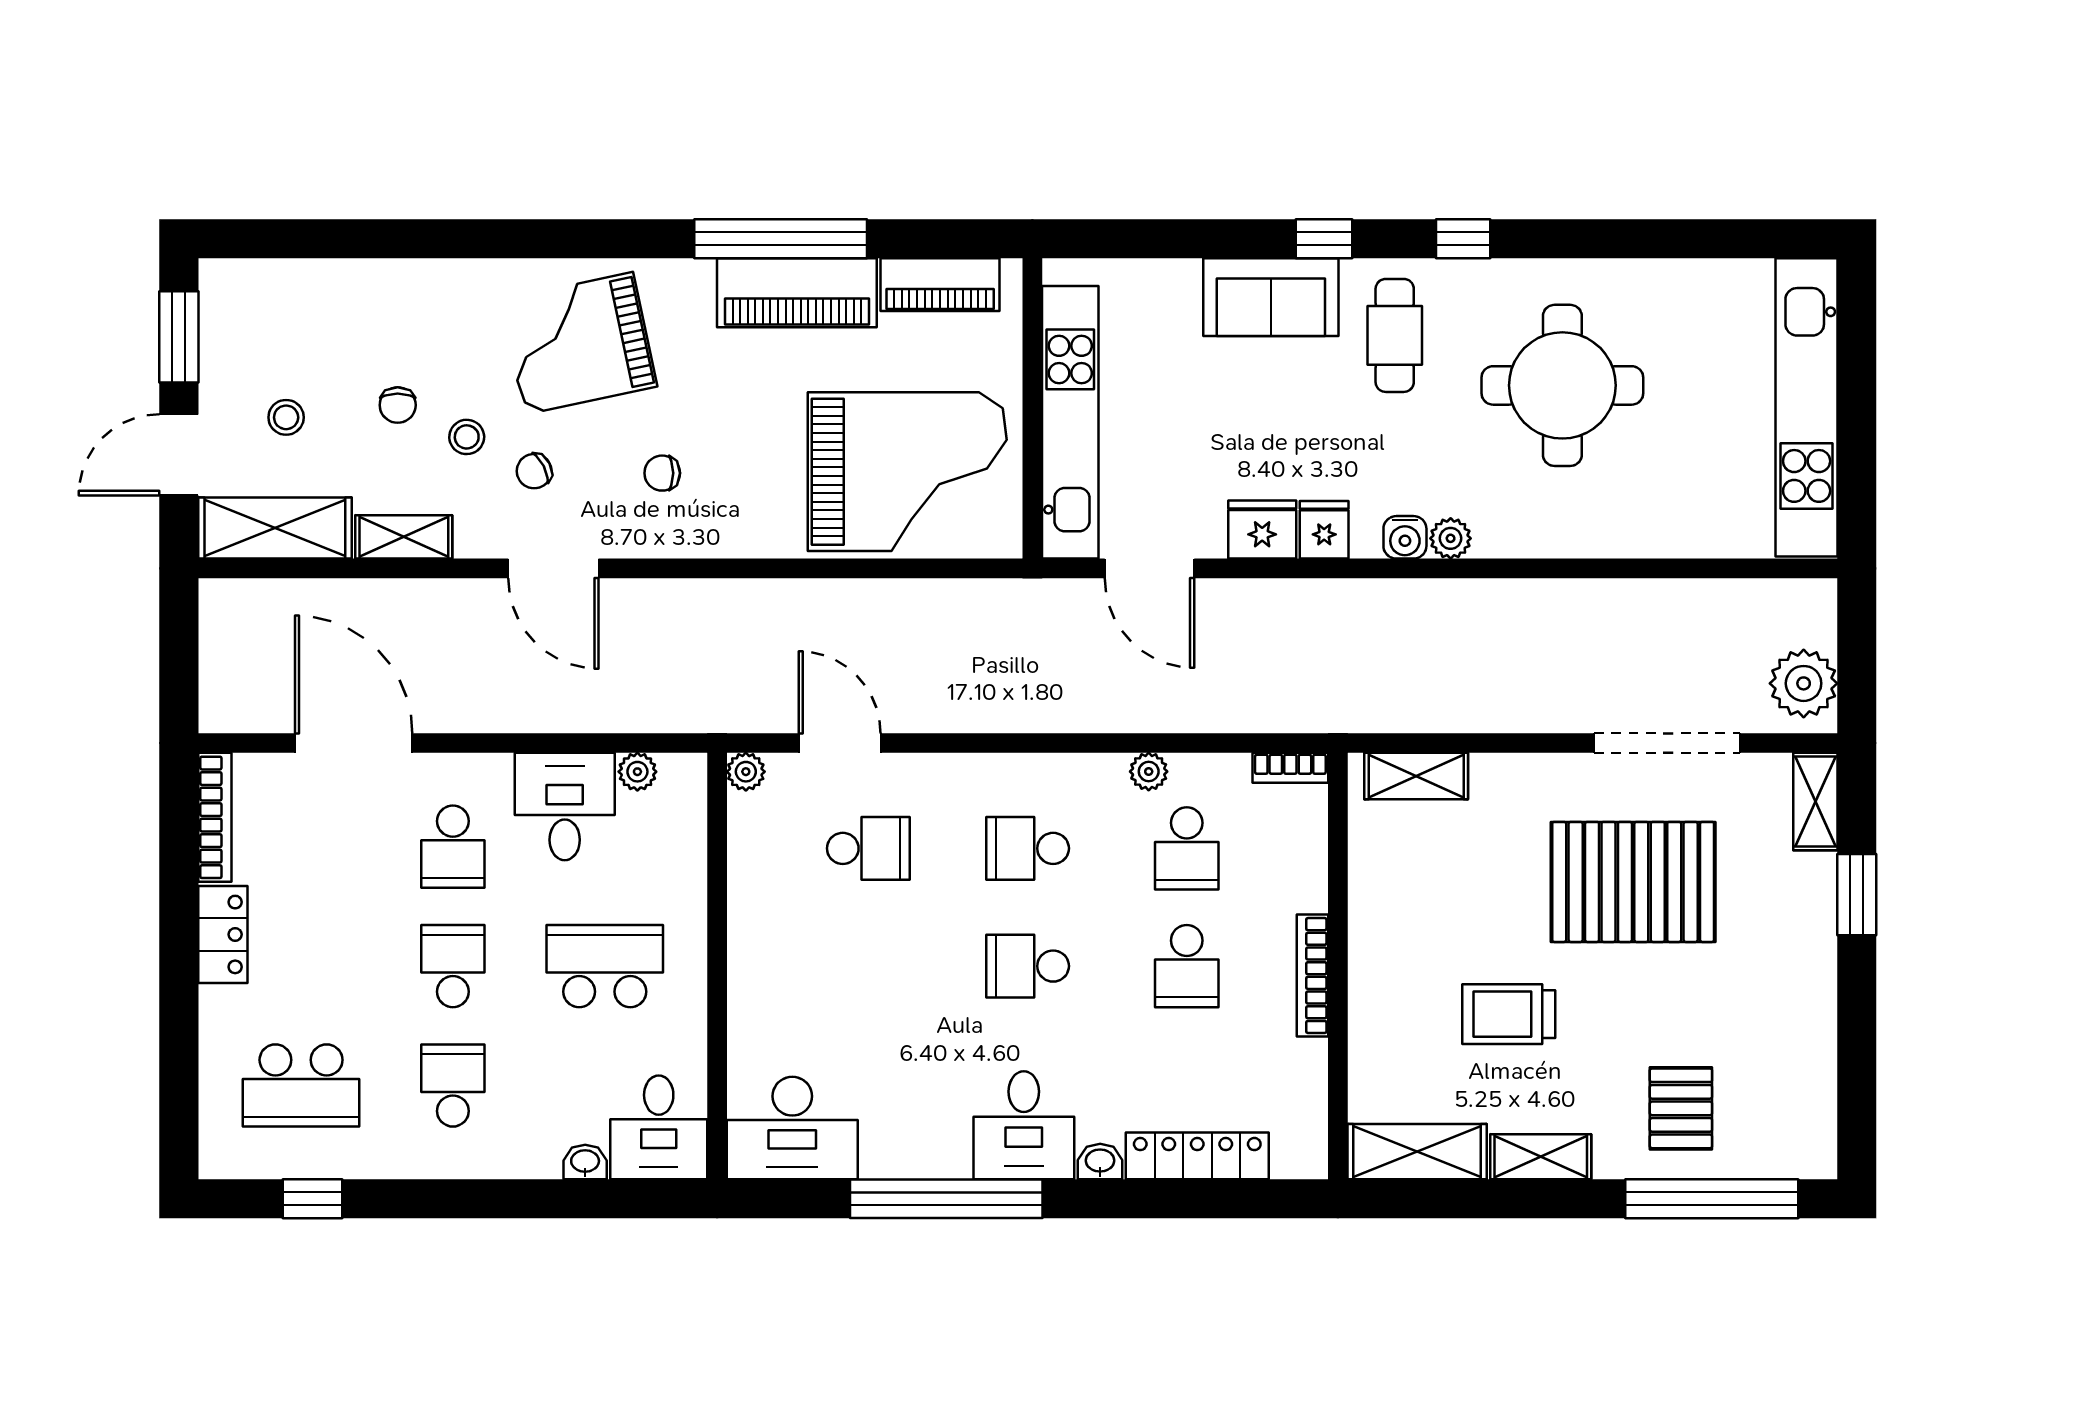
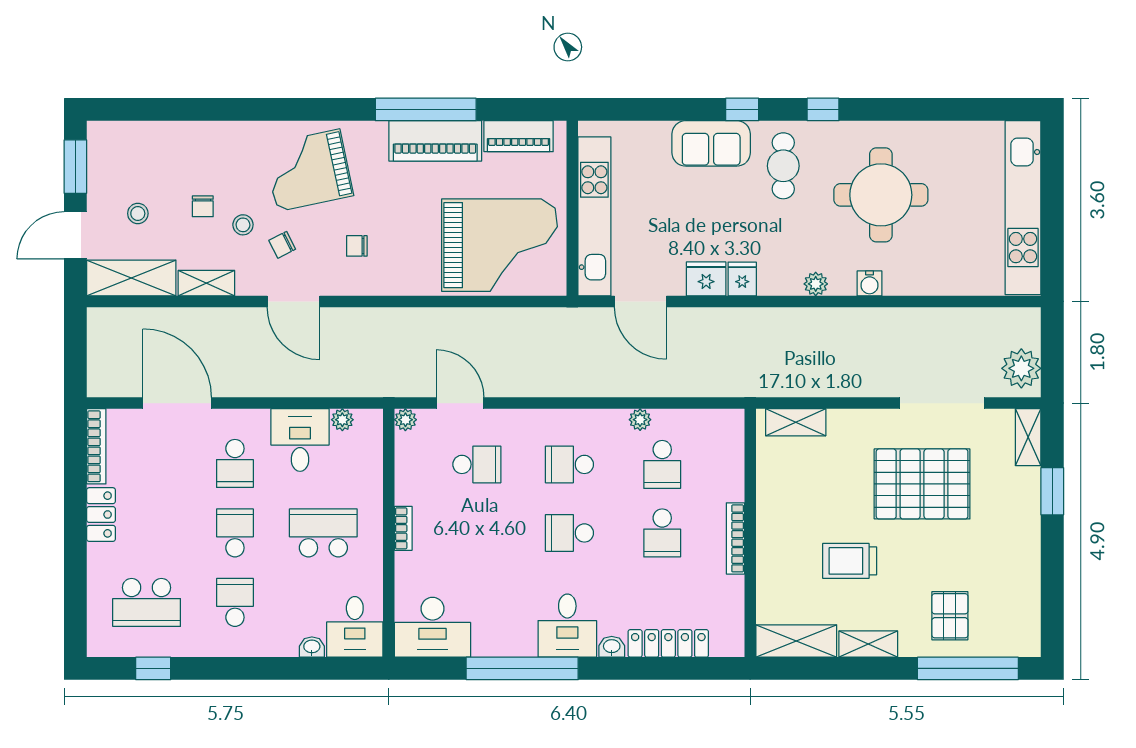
water cooler: (1405, 537) -> (869, 283), moved
bookcase: (1290, 768) -> (403, 528), moved, turned -90

